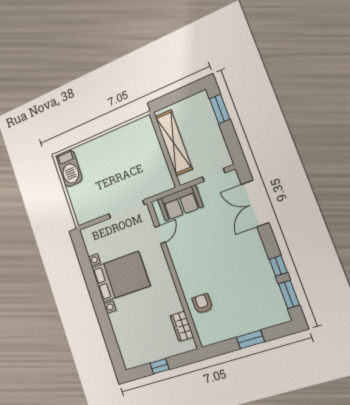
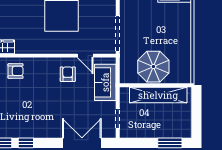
parasol: (146, 160) -> (153, 67), added
armchair: (186, 246) -> (68, 74), added

